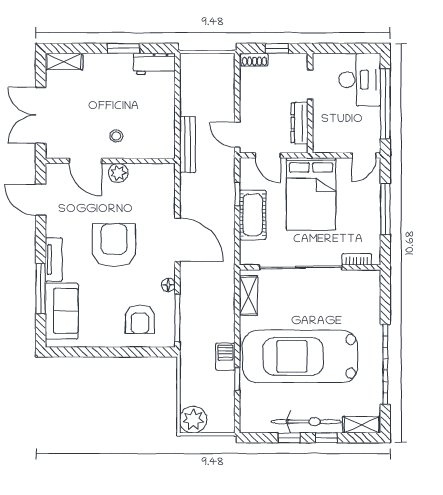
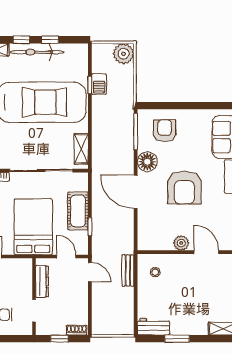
stool: (116, 136) -> (155, 272), moved
bench: (188, 145) -> (128, 270), width x0.73
floor lamp: (168, 285) -> (147, 162), width x1.89, depth x1.89
barbecue: (225, 357) -> (99, 84), moved

